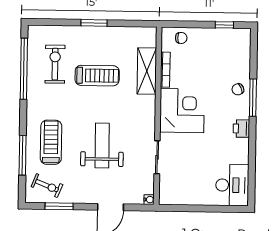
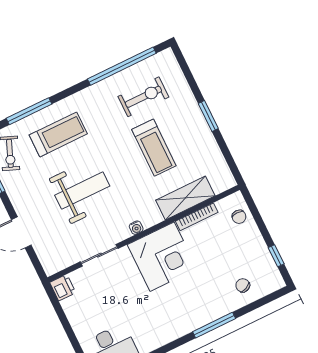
chair: (238, 89) -> (243, 285), moved
printer: (241, 129) -> (63, 288), moved, turned 90
water cooler: (149, 200) -> (136, 228), moved

